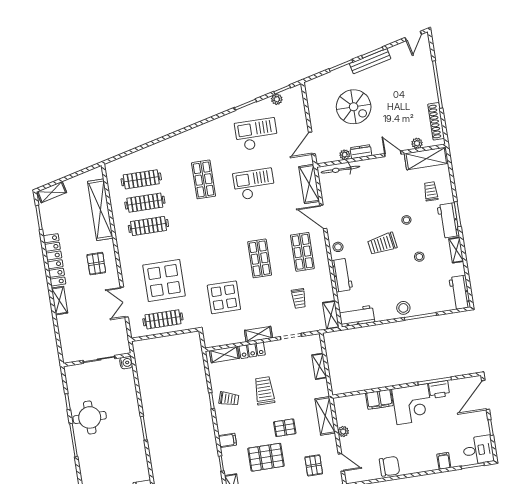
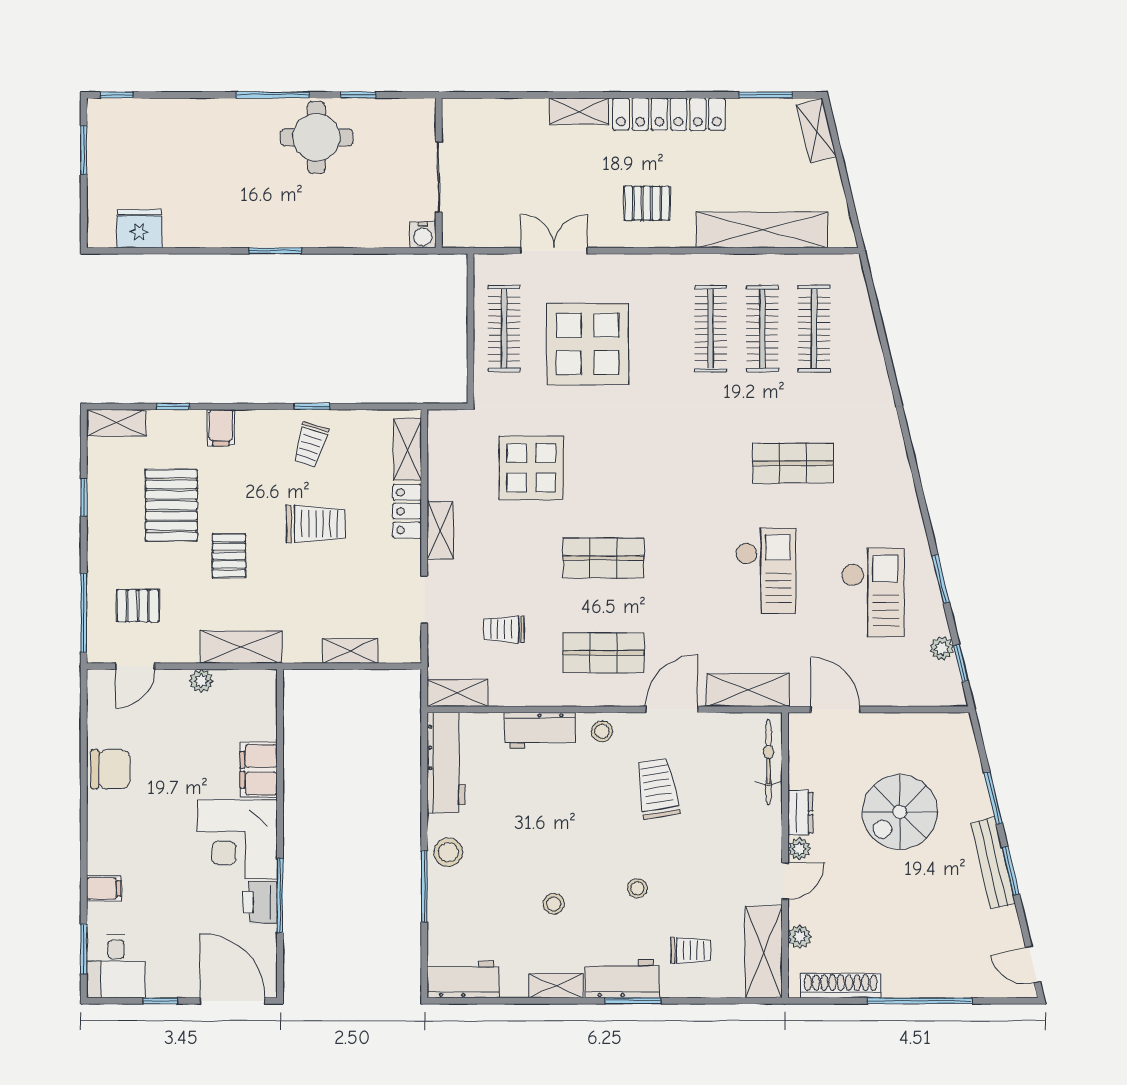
plant: (345, 155) -> (799, 849), moved
trolley: (382, 244) -> (657, 788), moved
workbench: (357, 316) -> (446, 763), width x1.38
chair: (389, 466) -> (111, 769), turned -90

